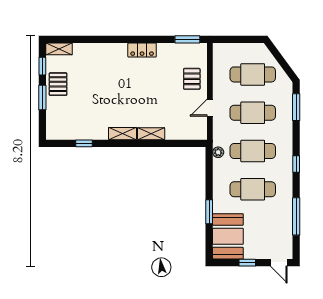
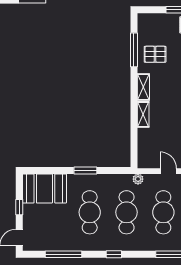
pallet: (89, 121) -> (155, 54), added
window: (84, 143) -> (134, 50), width x2.17
plant: (218, 152) -> (138, 179), moved
window: (209, 212) -> (85, 170), moved

